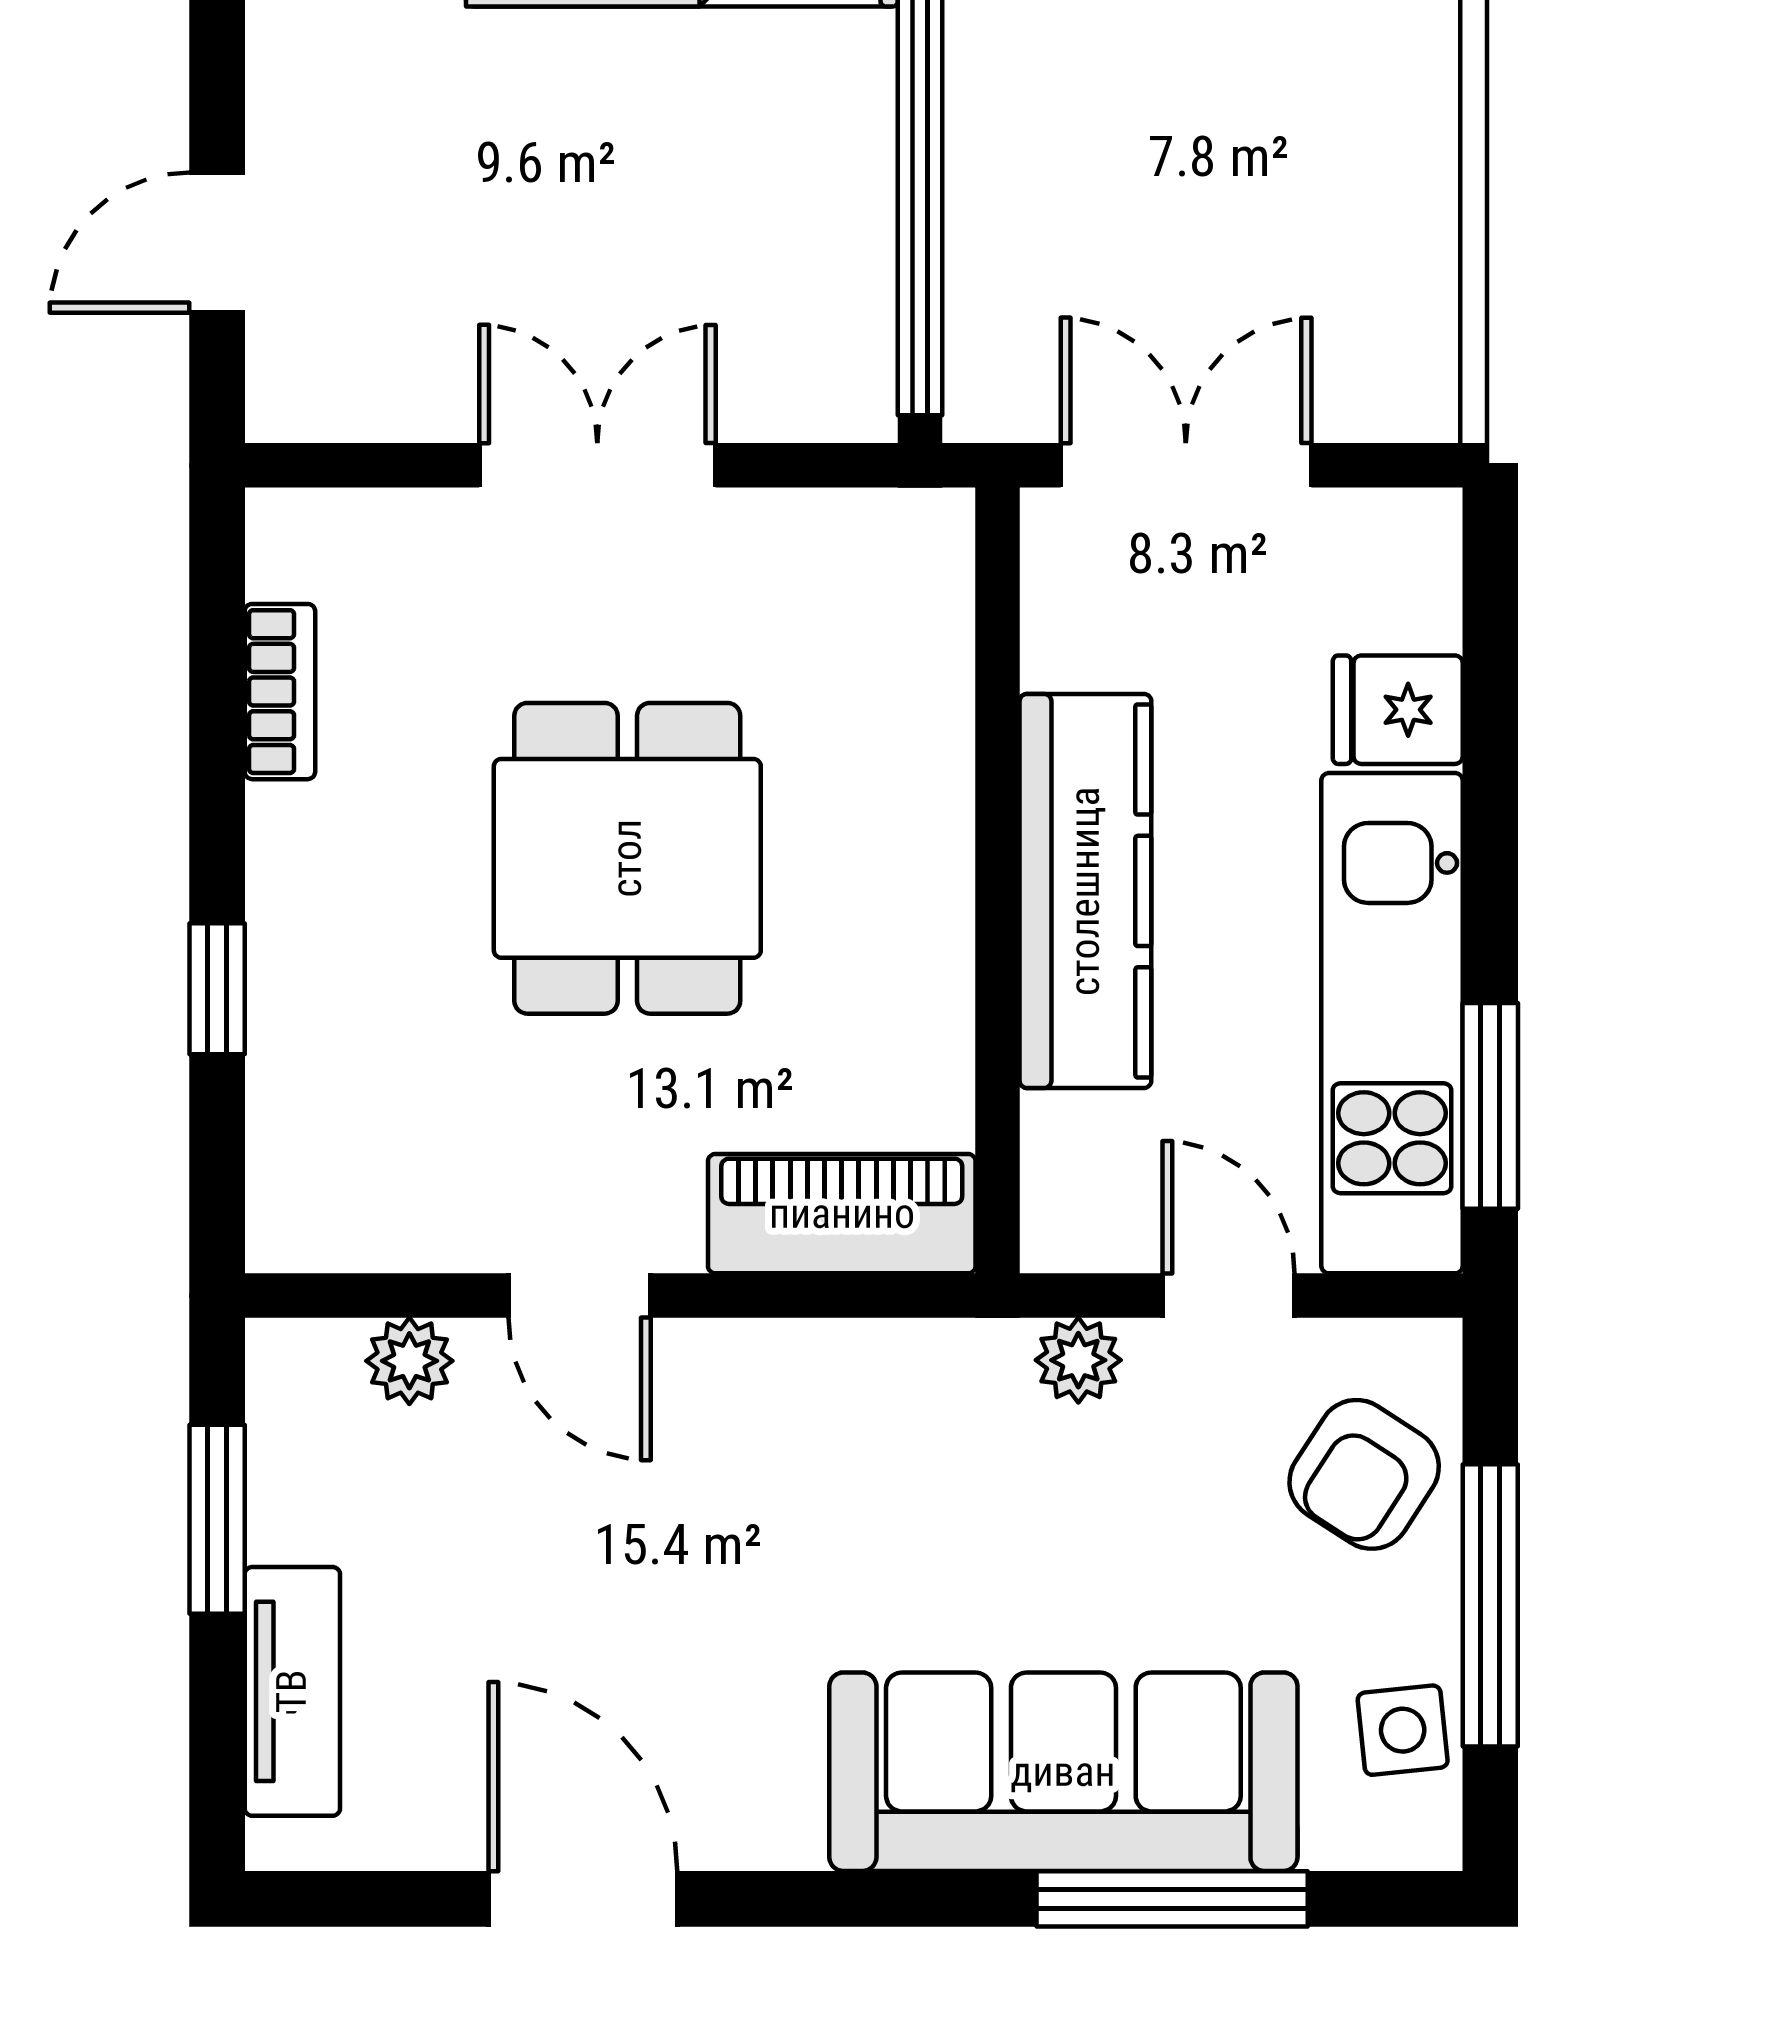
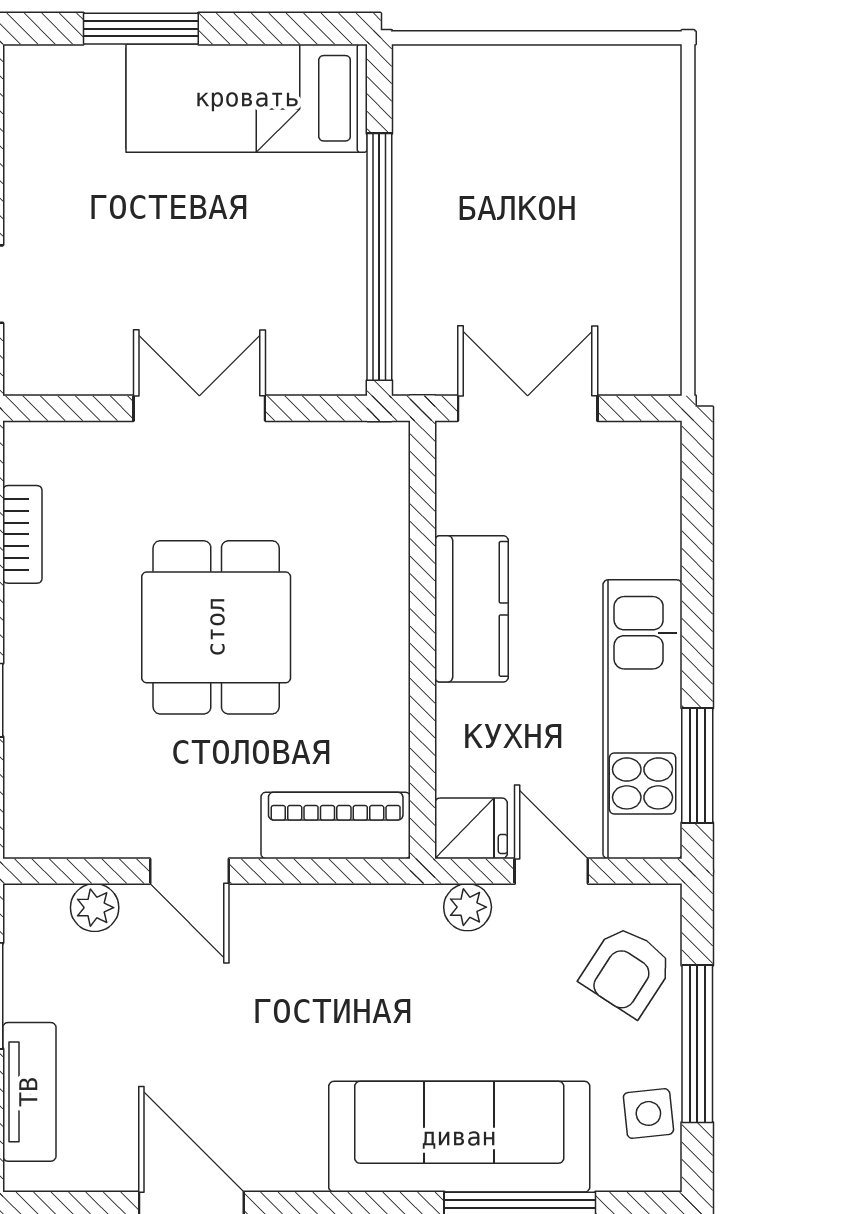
fridge: (1398, 710) -> (471, 828), moved, turned 180
kitchen counter: (1085, 891) -> (472, 609), width x0.67

